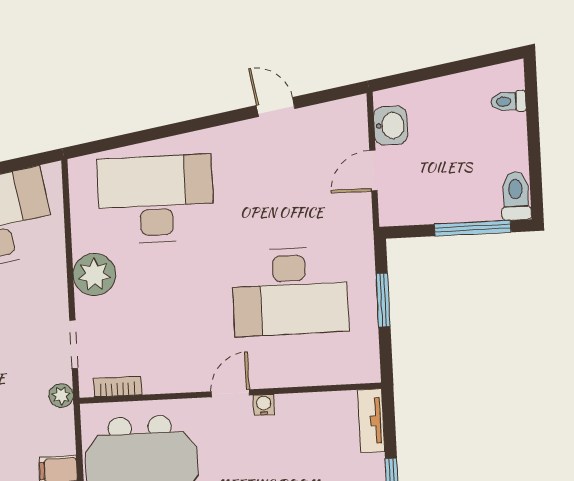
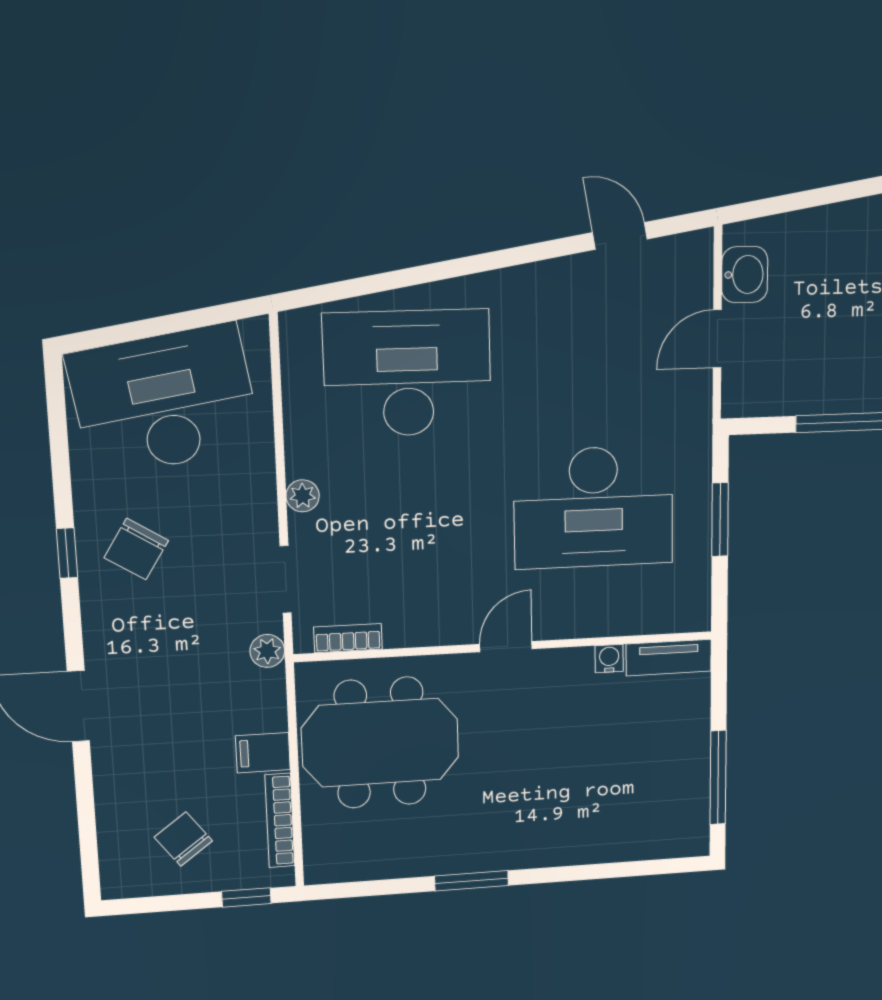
door: (276, 107) -> (620, 236), moved
plant: (94, 275) -> (303, 496), width x0.53, depth x0.53
water cooler: (264, 405) -> (609, 659), moved
tv unit: (371, 421) -> (669, 658), moved, turned -90

